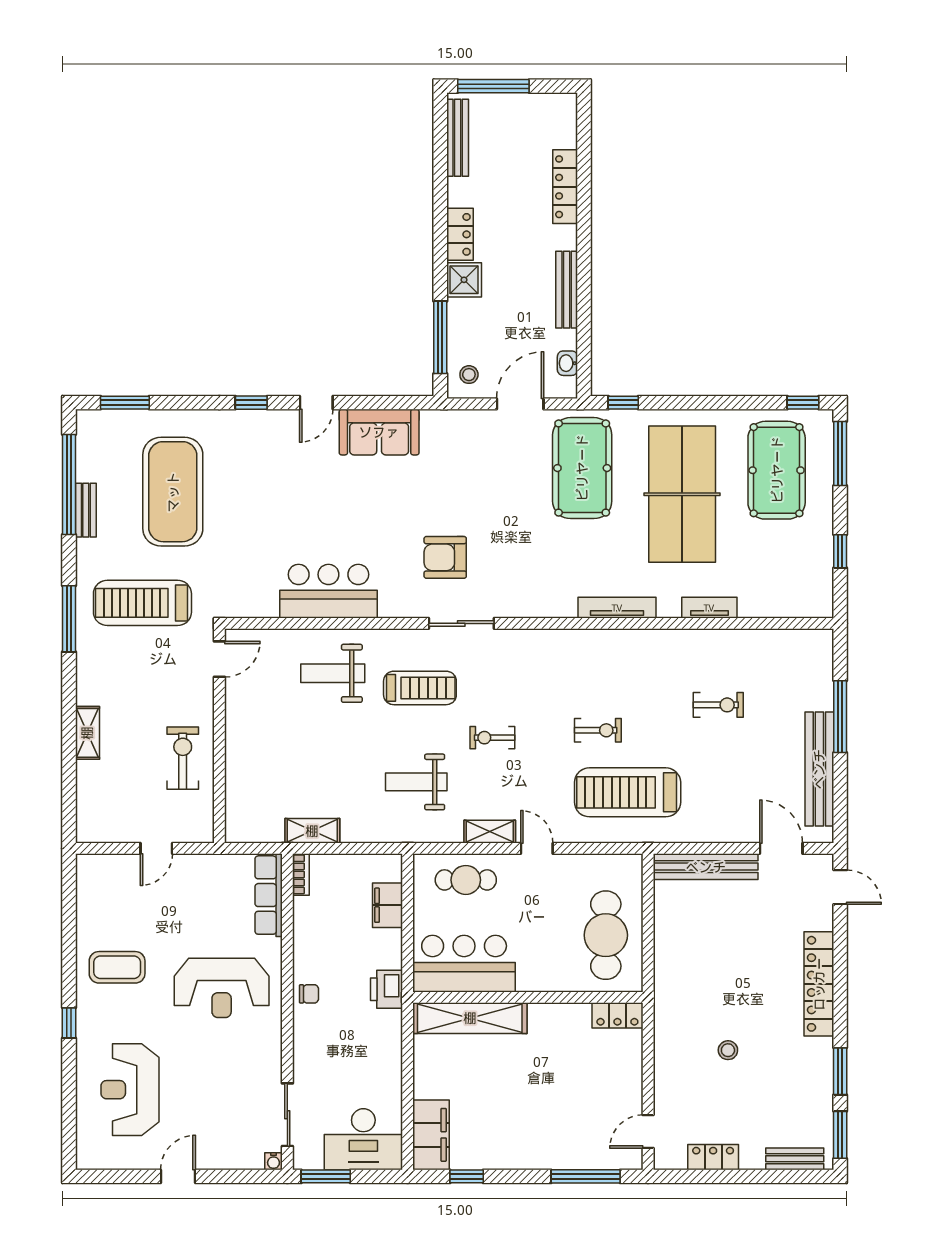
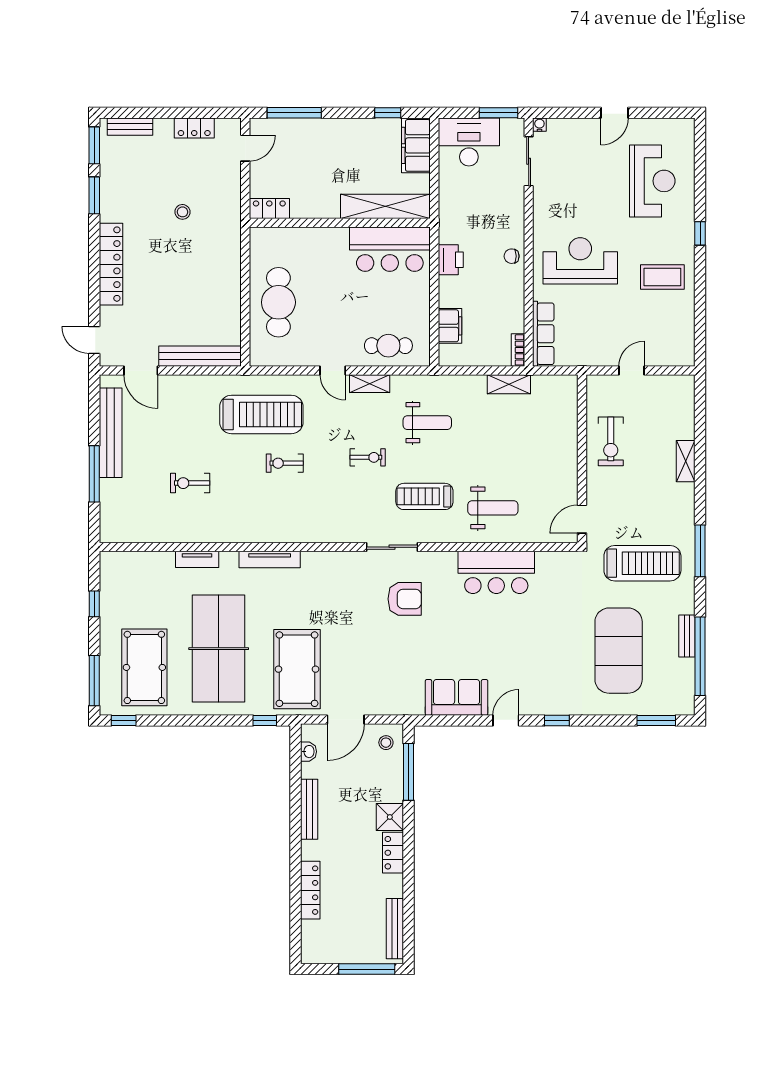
bar counter: (464, 964) -> (390, 249), moved
wall: (528, 997) -> (340, 223), moved
locker: (617, 1015) -> (269, 208), moved
shelving: (470, 1018) -> (385, 206), moved

